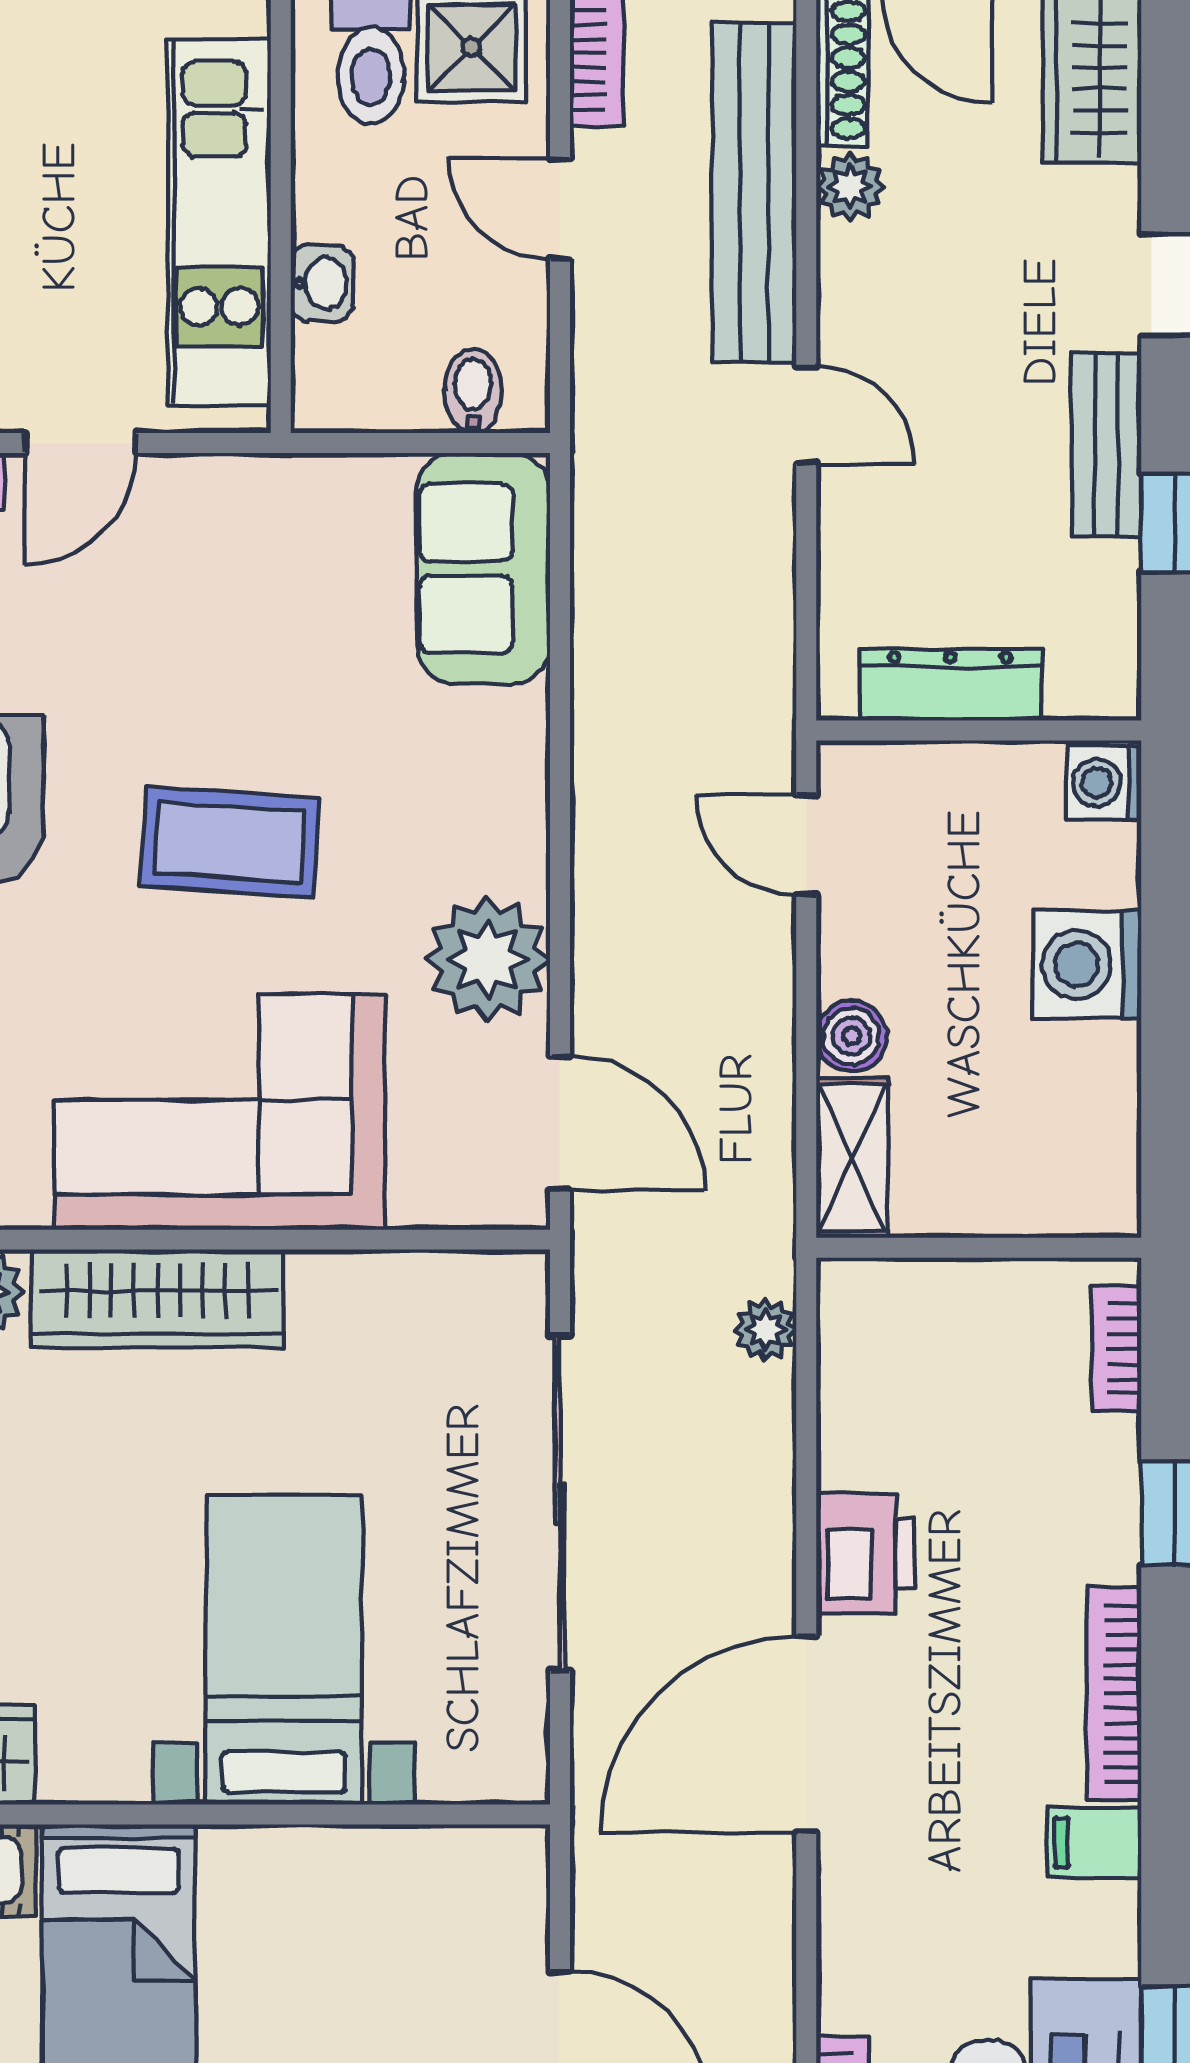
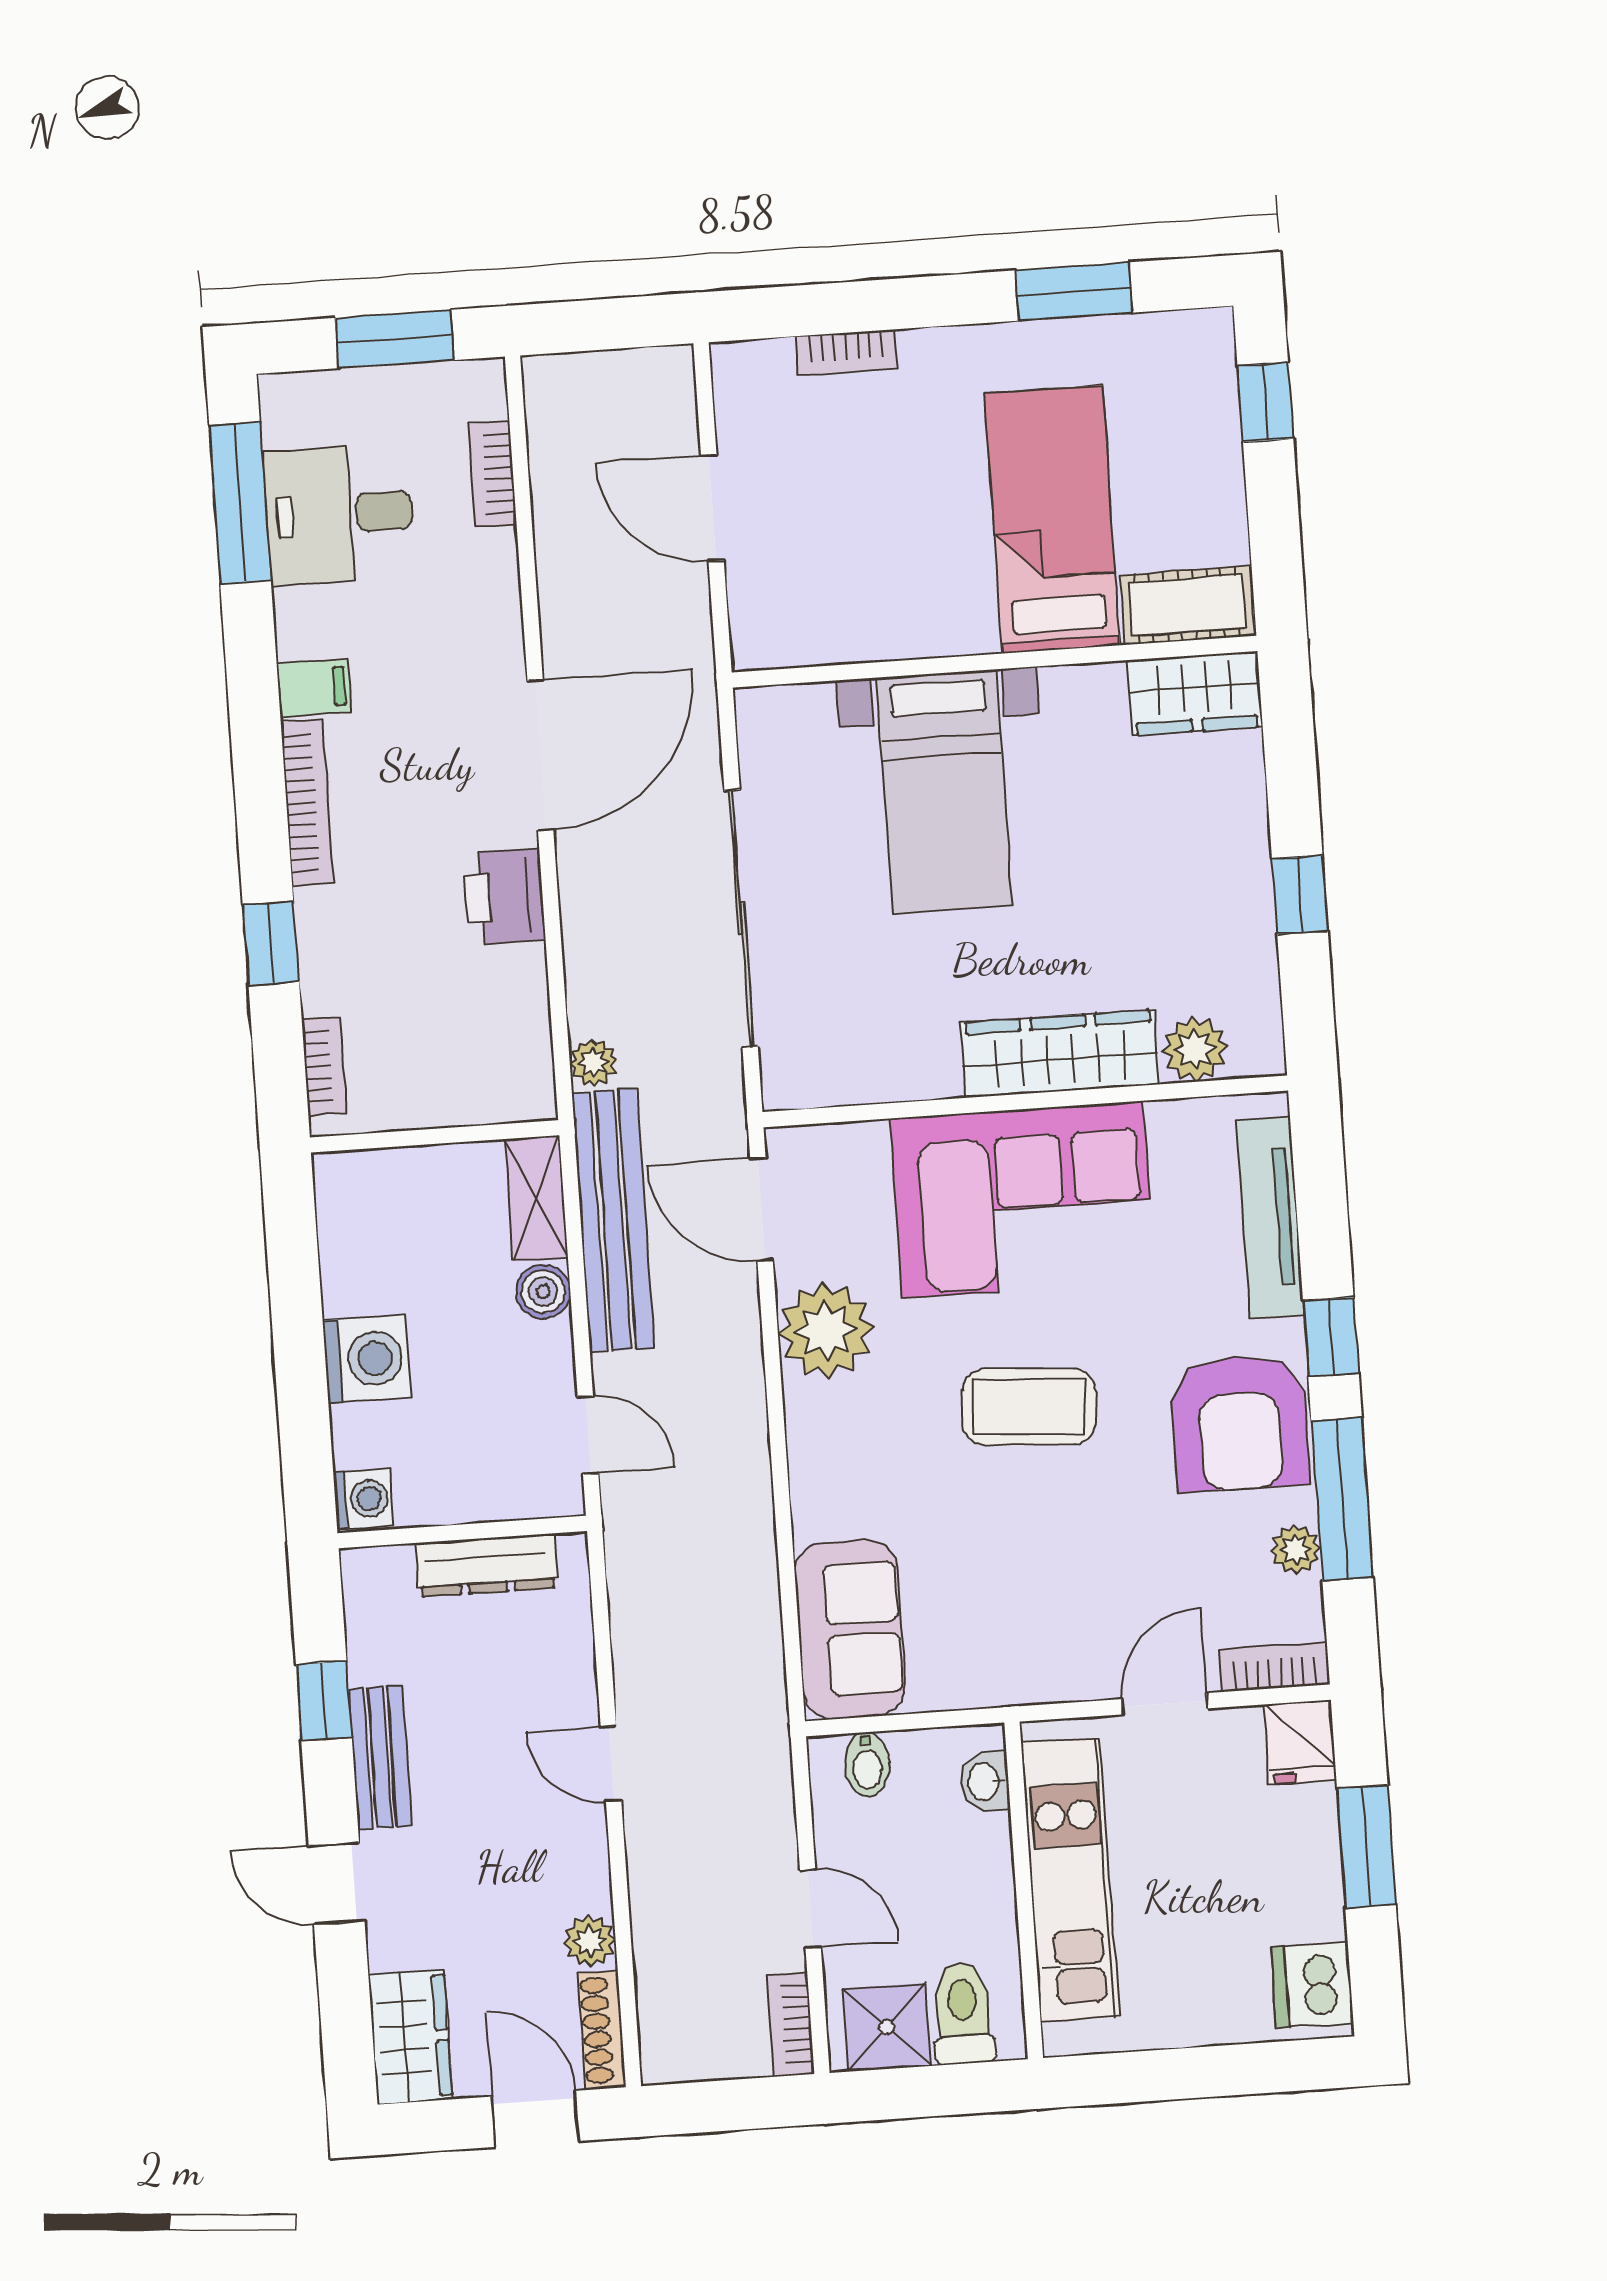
bench: (754, 193) -> (613, 1220), moved
washbasin: (322, 283) -> (985, 1782), moved

